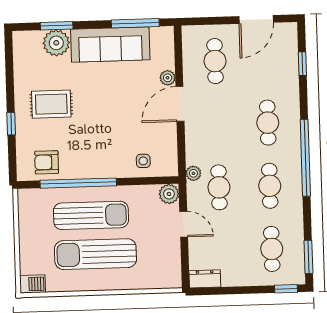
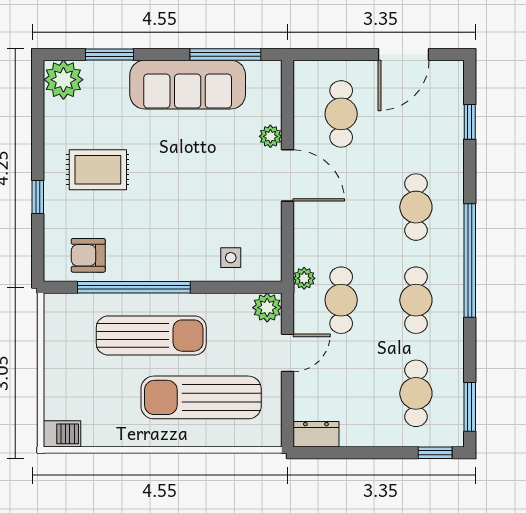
plant: (56, 43) -> (63, 80), moved
door: (180, 104) -> (287, 175), swing flipped
door: (184, 224) -> (287, 353), hinge flipped
sun lounger: (95, 254) -> (201, 397), moved

